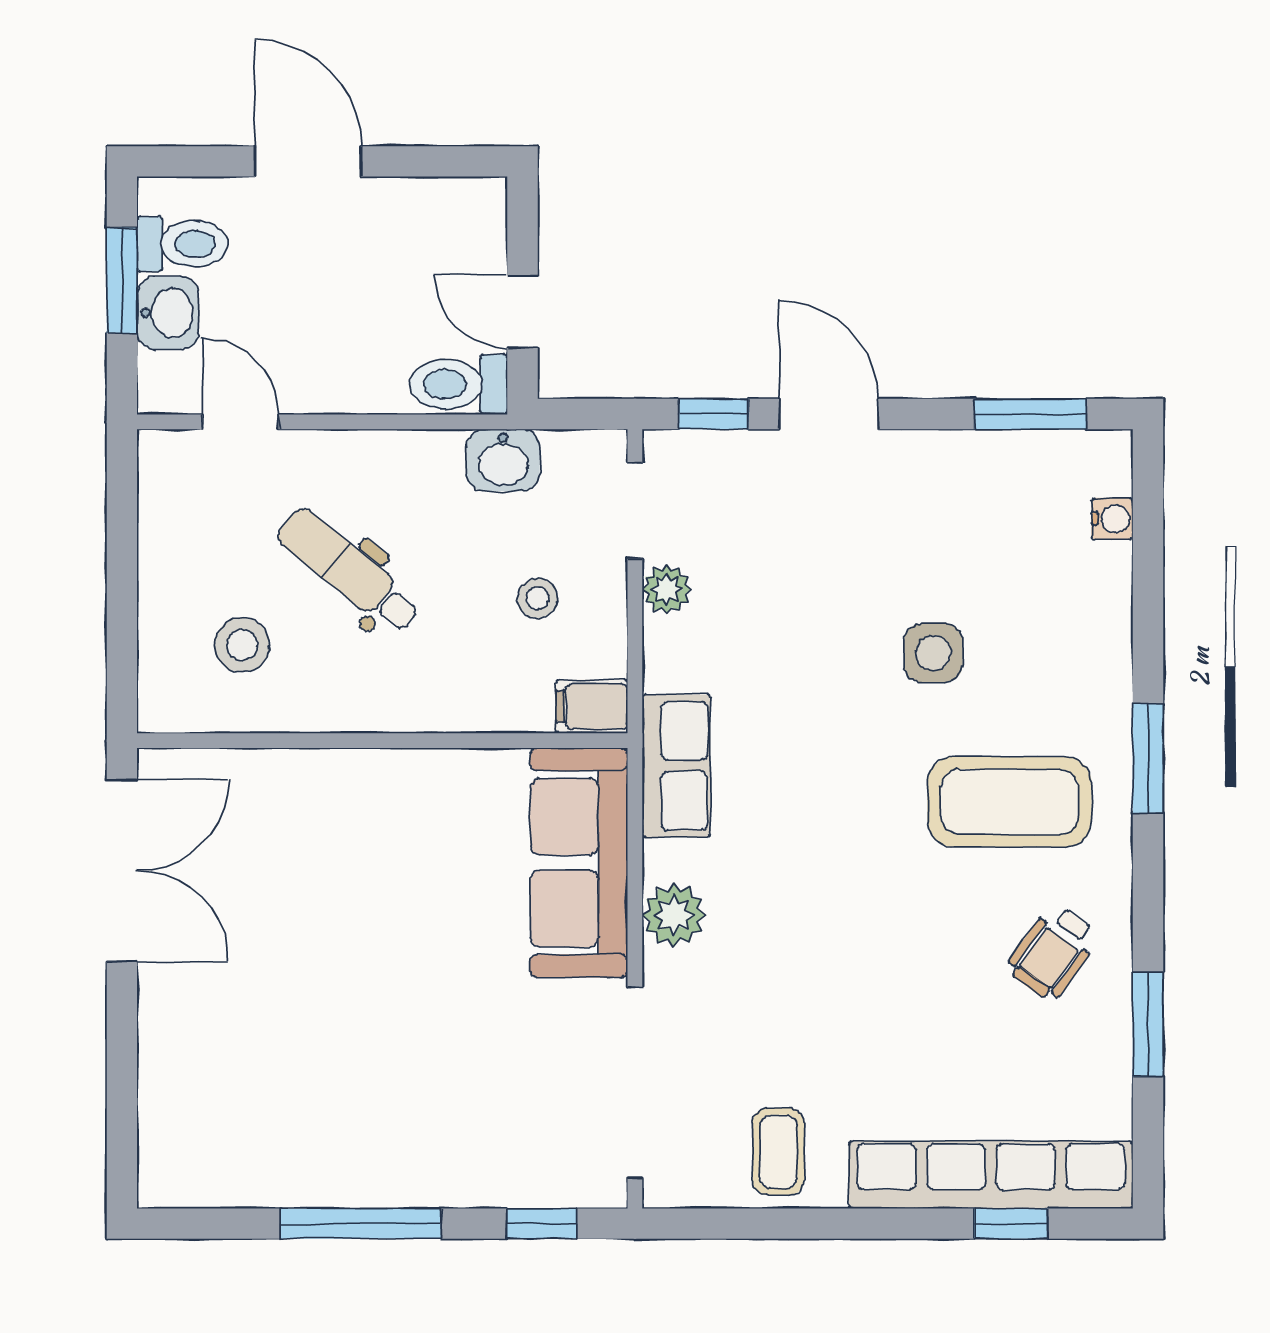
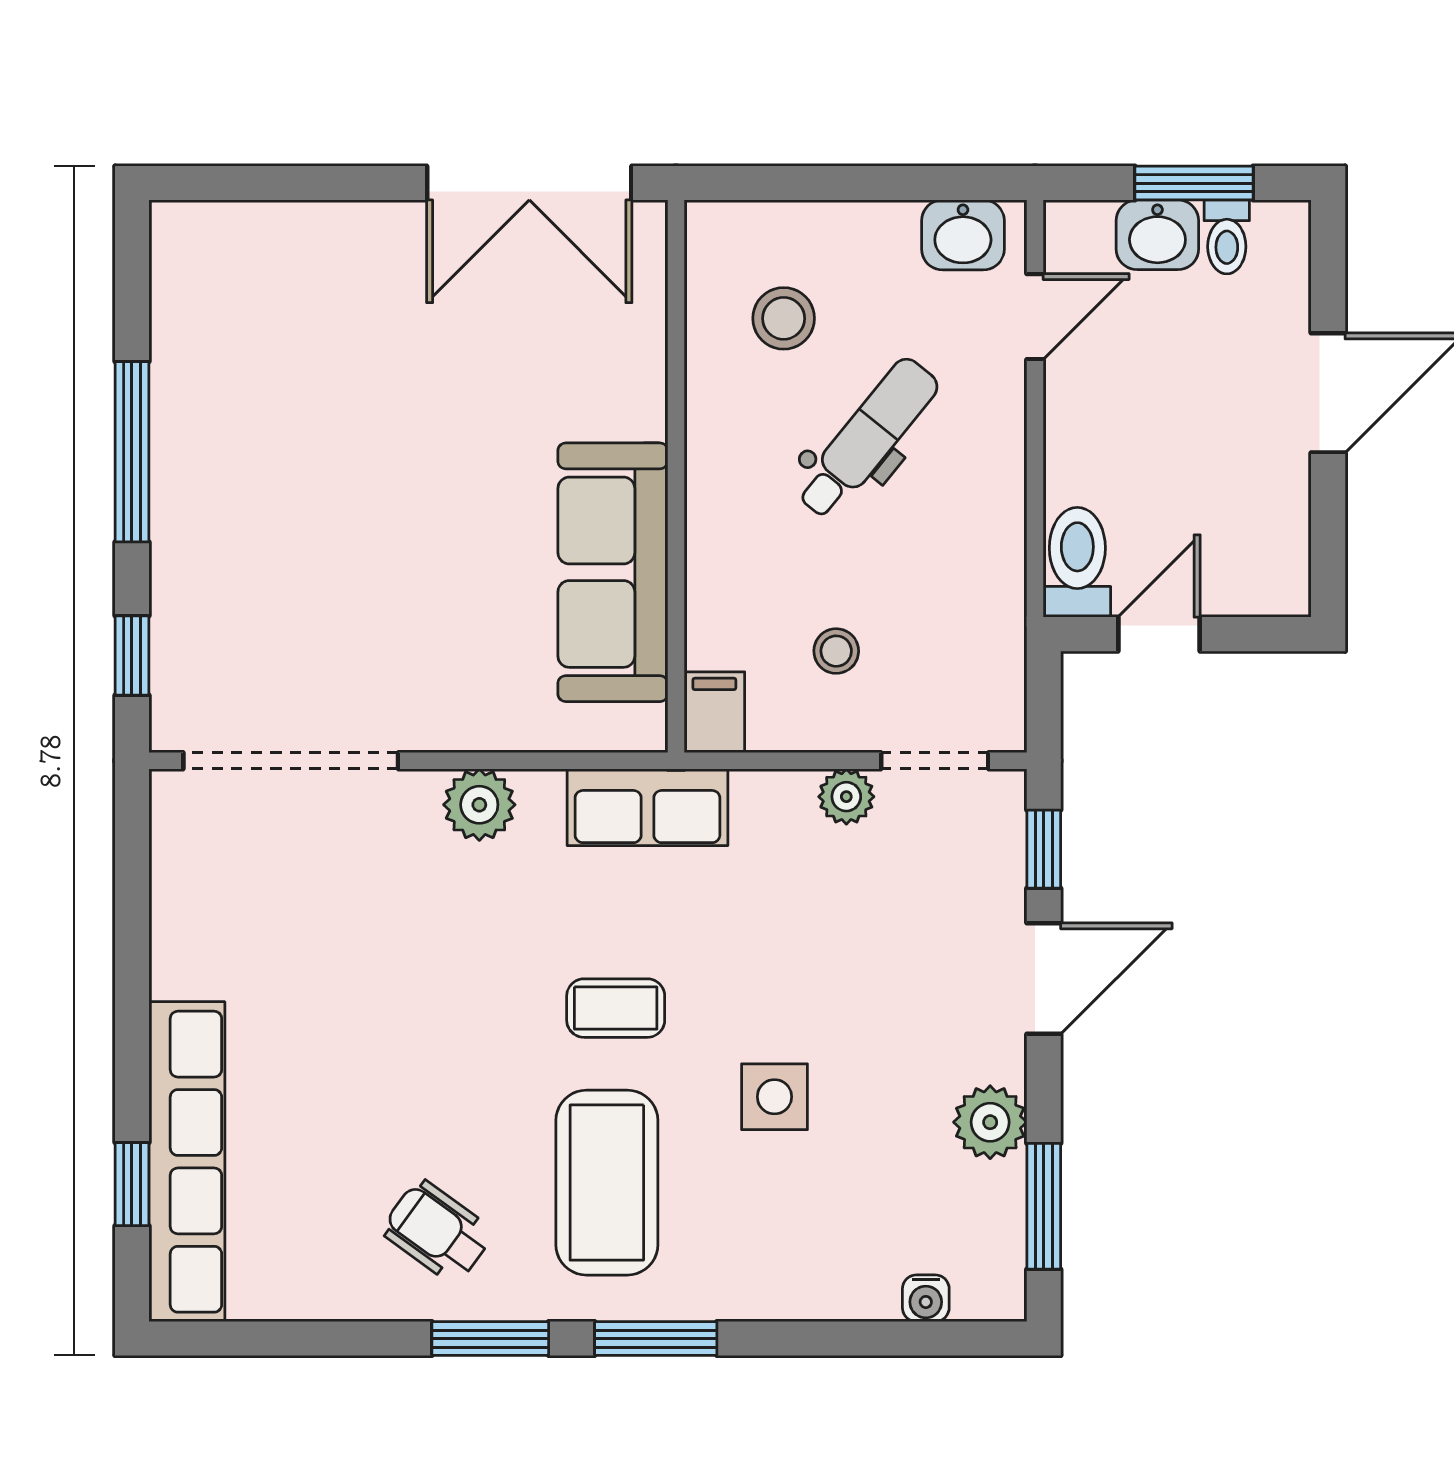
toilet: (182, 244) -> (1227, 237), width x0.73, depth x0.72
washbasin: (503, 460) -> (963, 235), moved, turned -90
plant: (956, 462) -> (990, 1122), added
sofa: (579, 863) -> (613, 572), moved, turned -90
window: (1148, 1024) -> (490, 1339), moved
coffee table: (778, 1152) -> (616, 1008), moved

